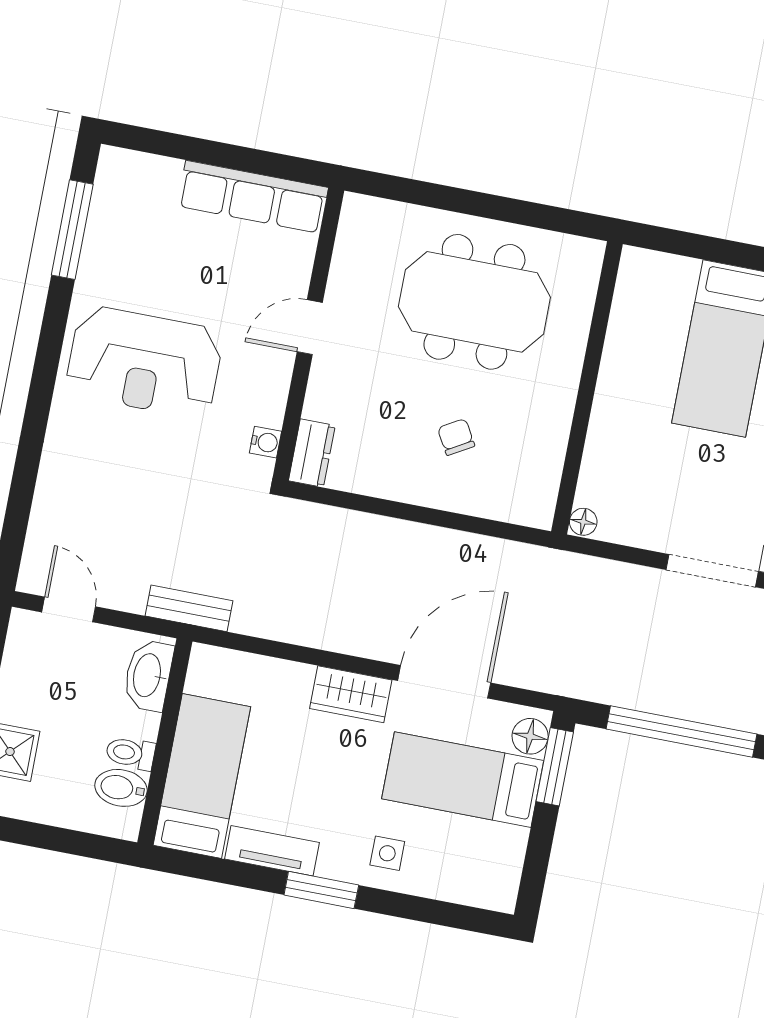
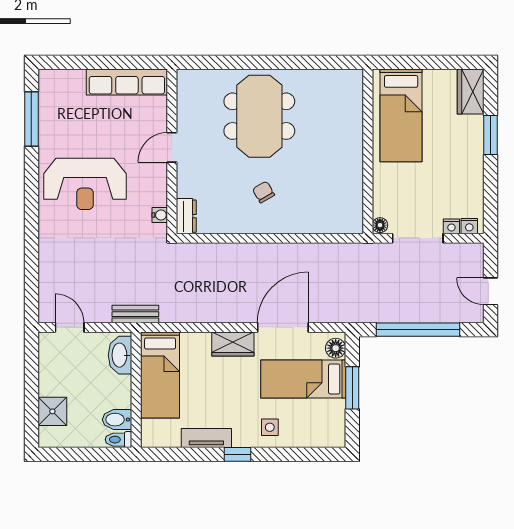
meeting table: (474, 302) -> (259, 116), turned 90
wall: (587, 388) -> (368, 151), moved
floor lamp: (583, 522) -> (380, 225), moved
toilet: (130, 753) -> (119, 440), moved
window: (555, 767) -> (352, 388), moved
bed: (202, 776) -> (160, 375), moved, turned 180
window: (321, 890) -> (237, 454), width x0.67

